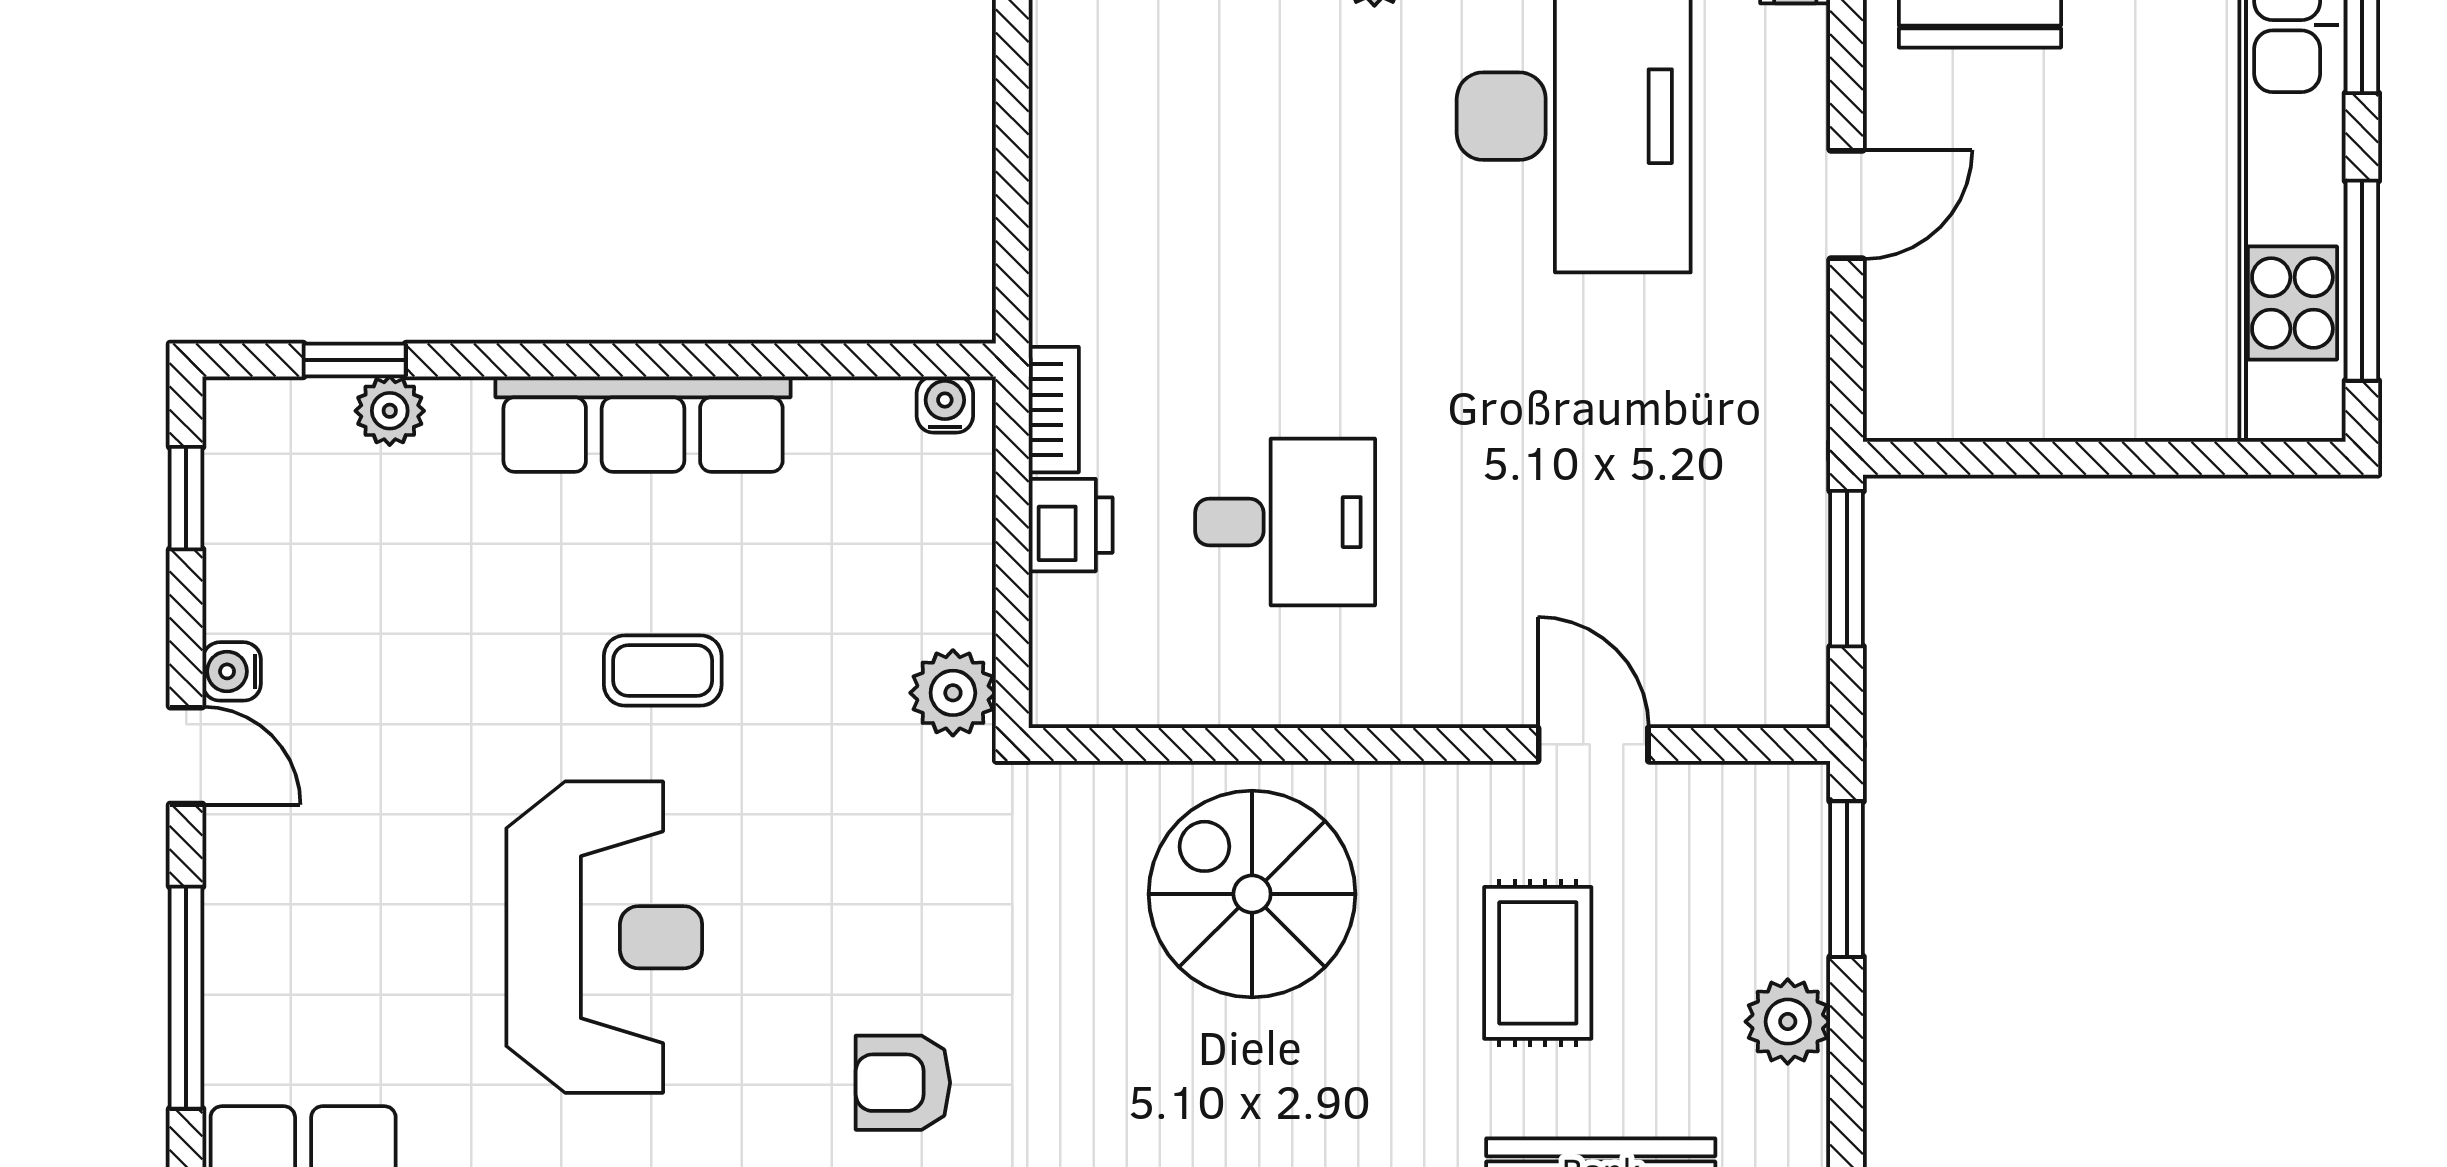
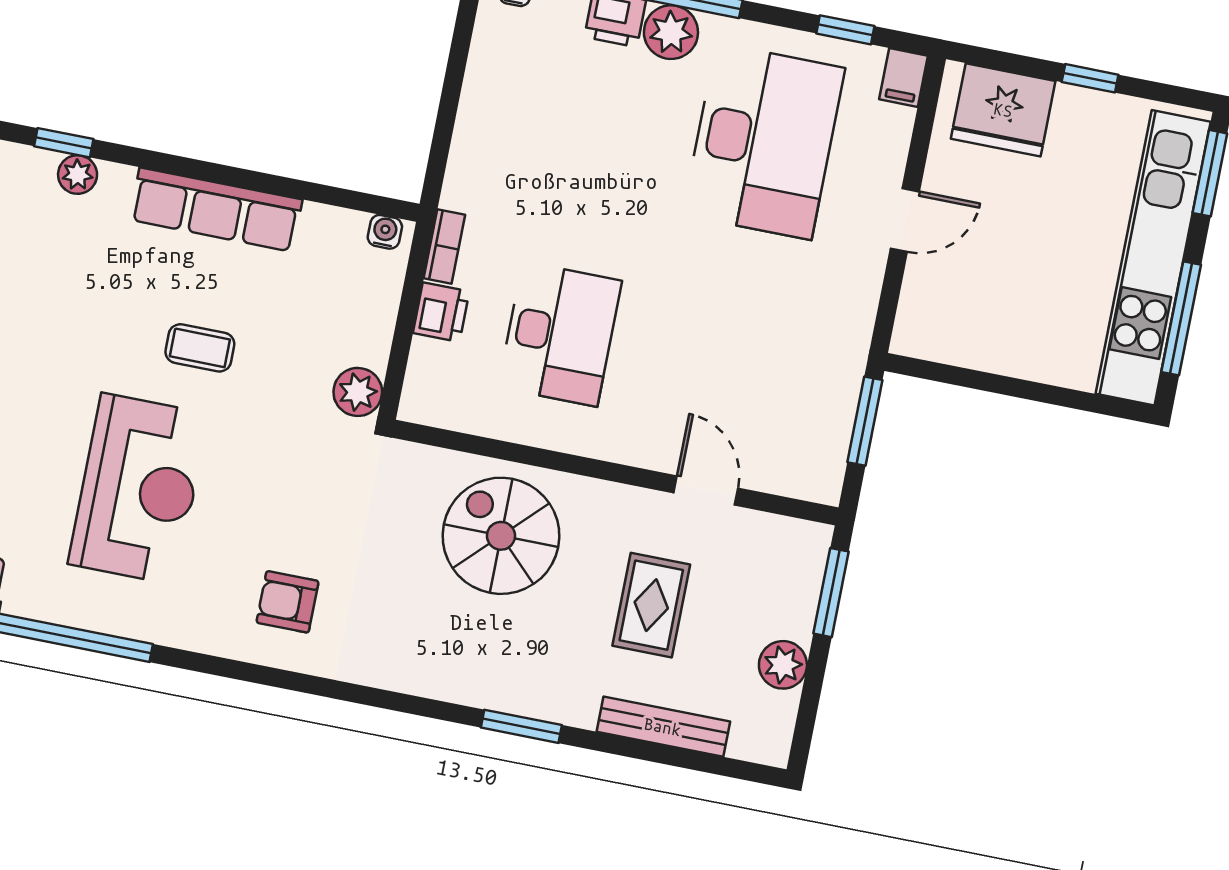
desk: (1285, 522) -> (560, 334), width x1.37

